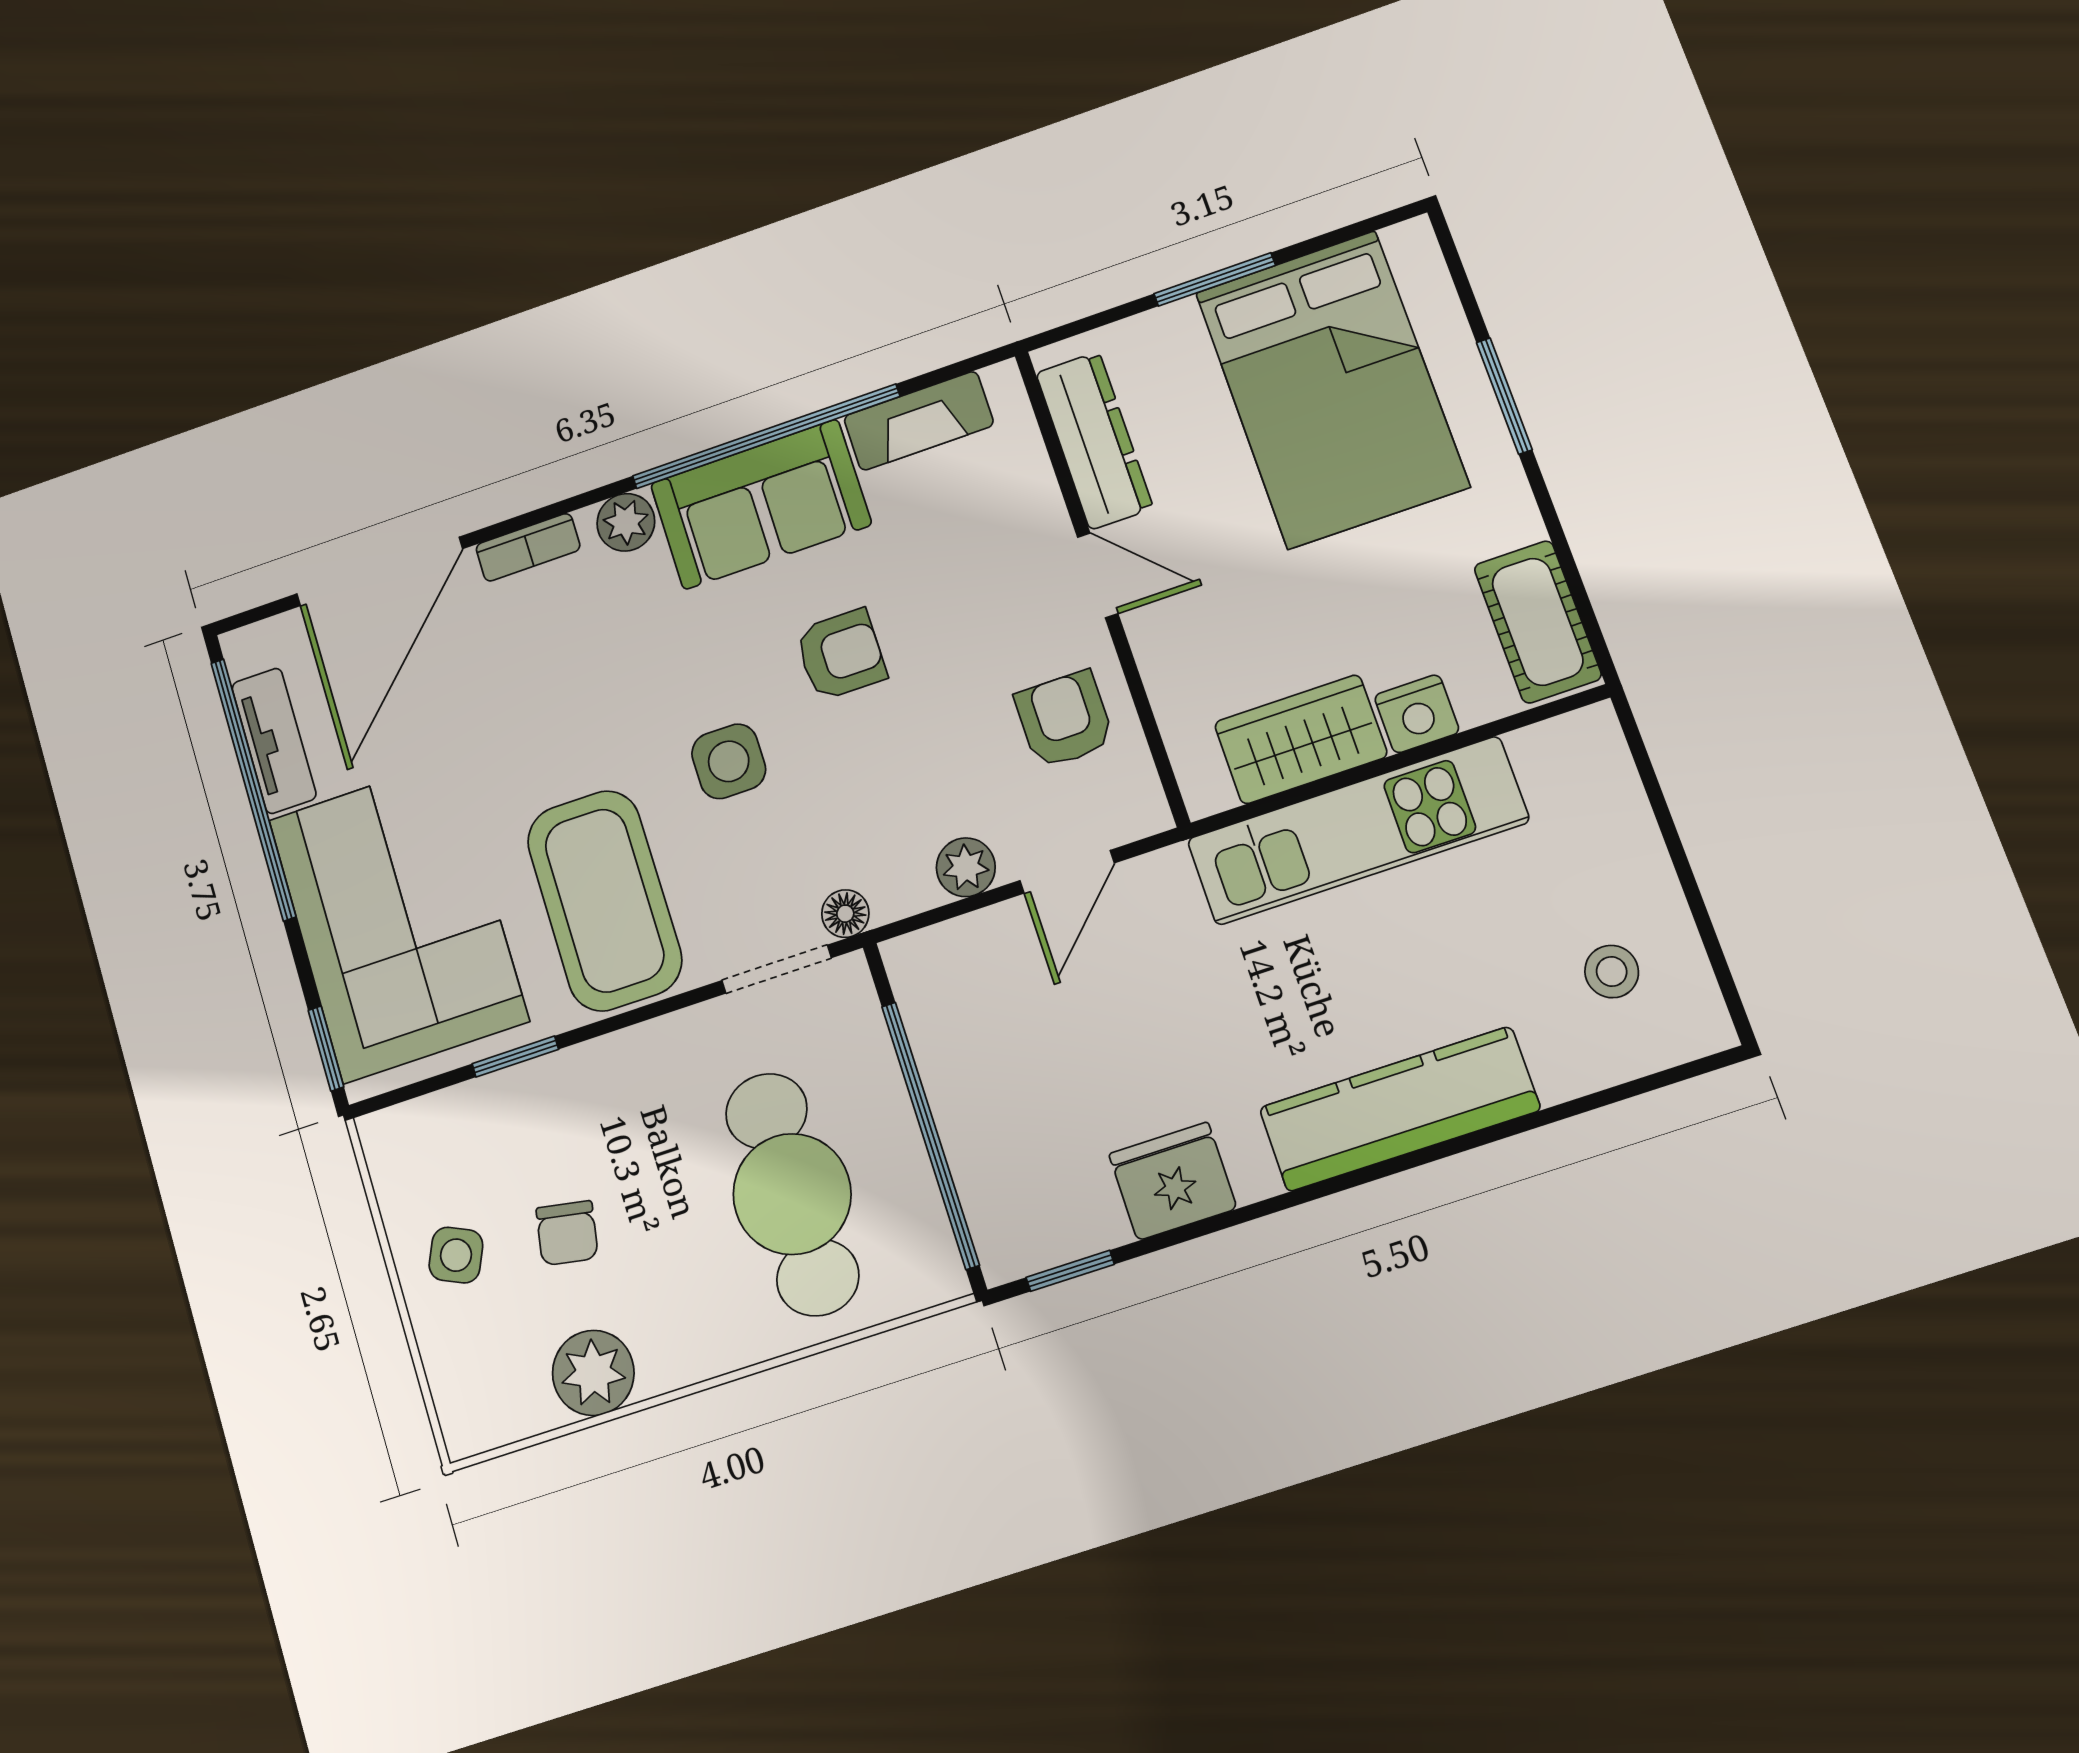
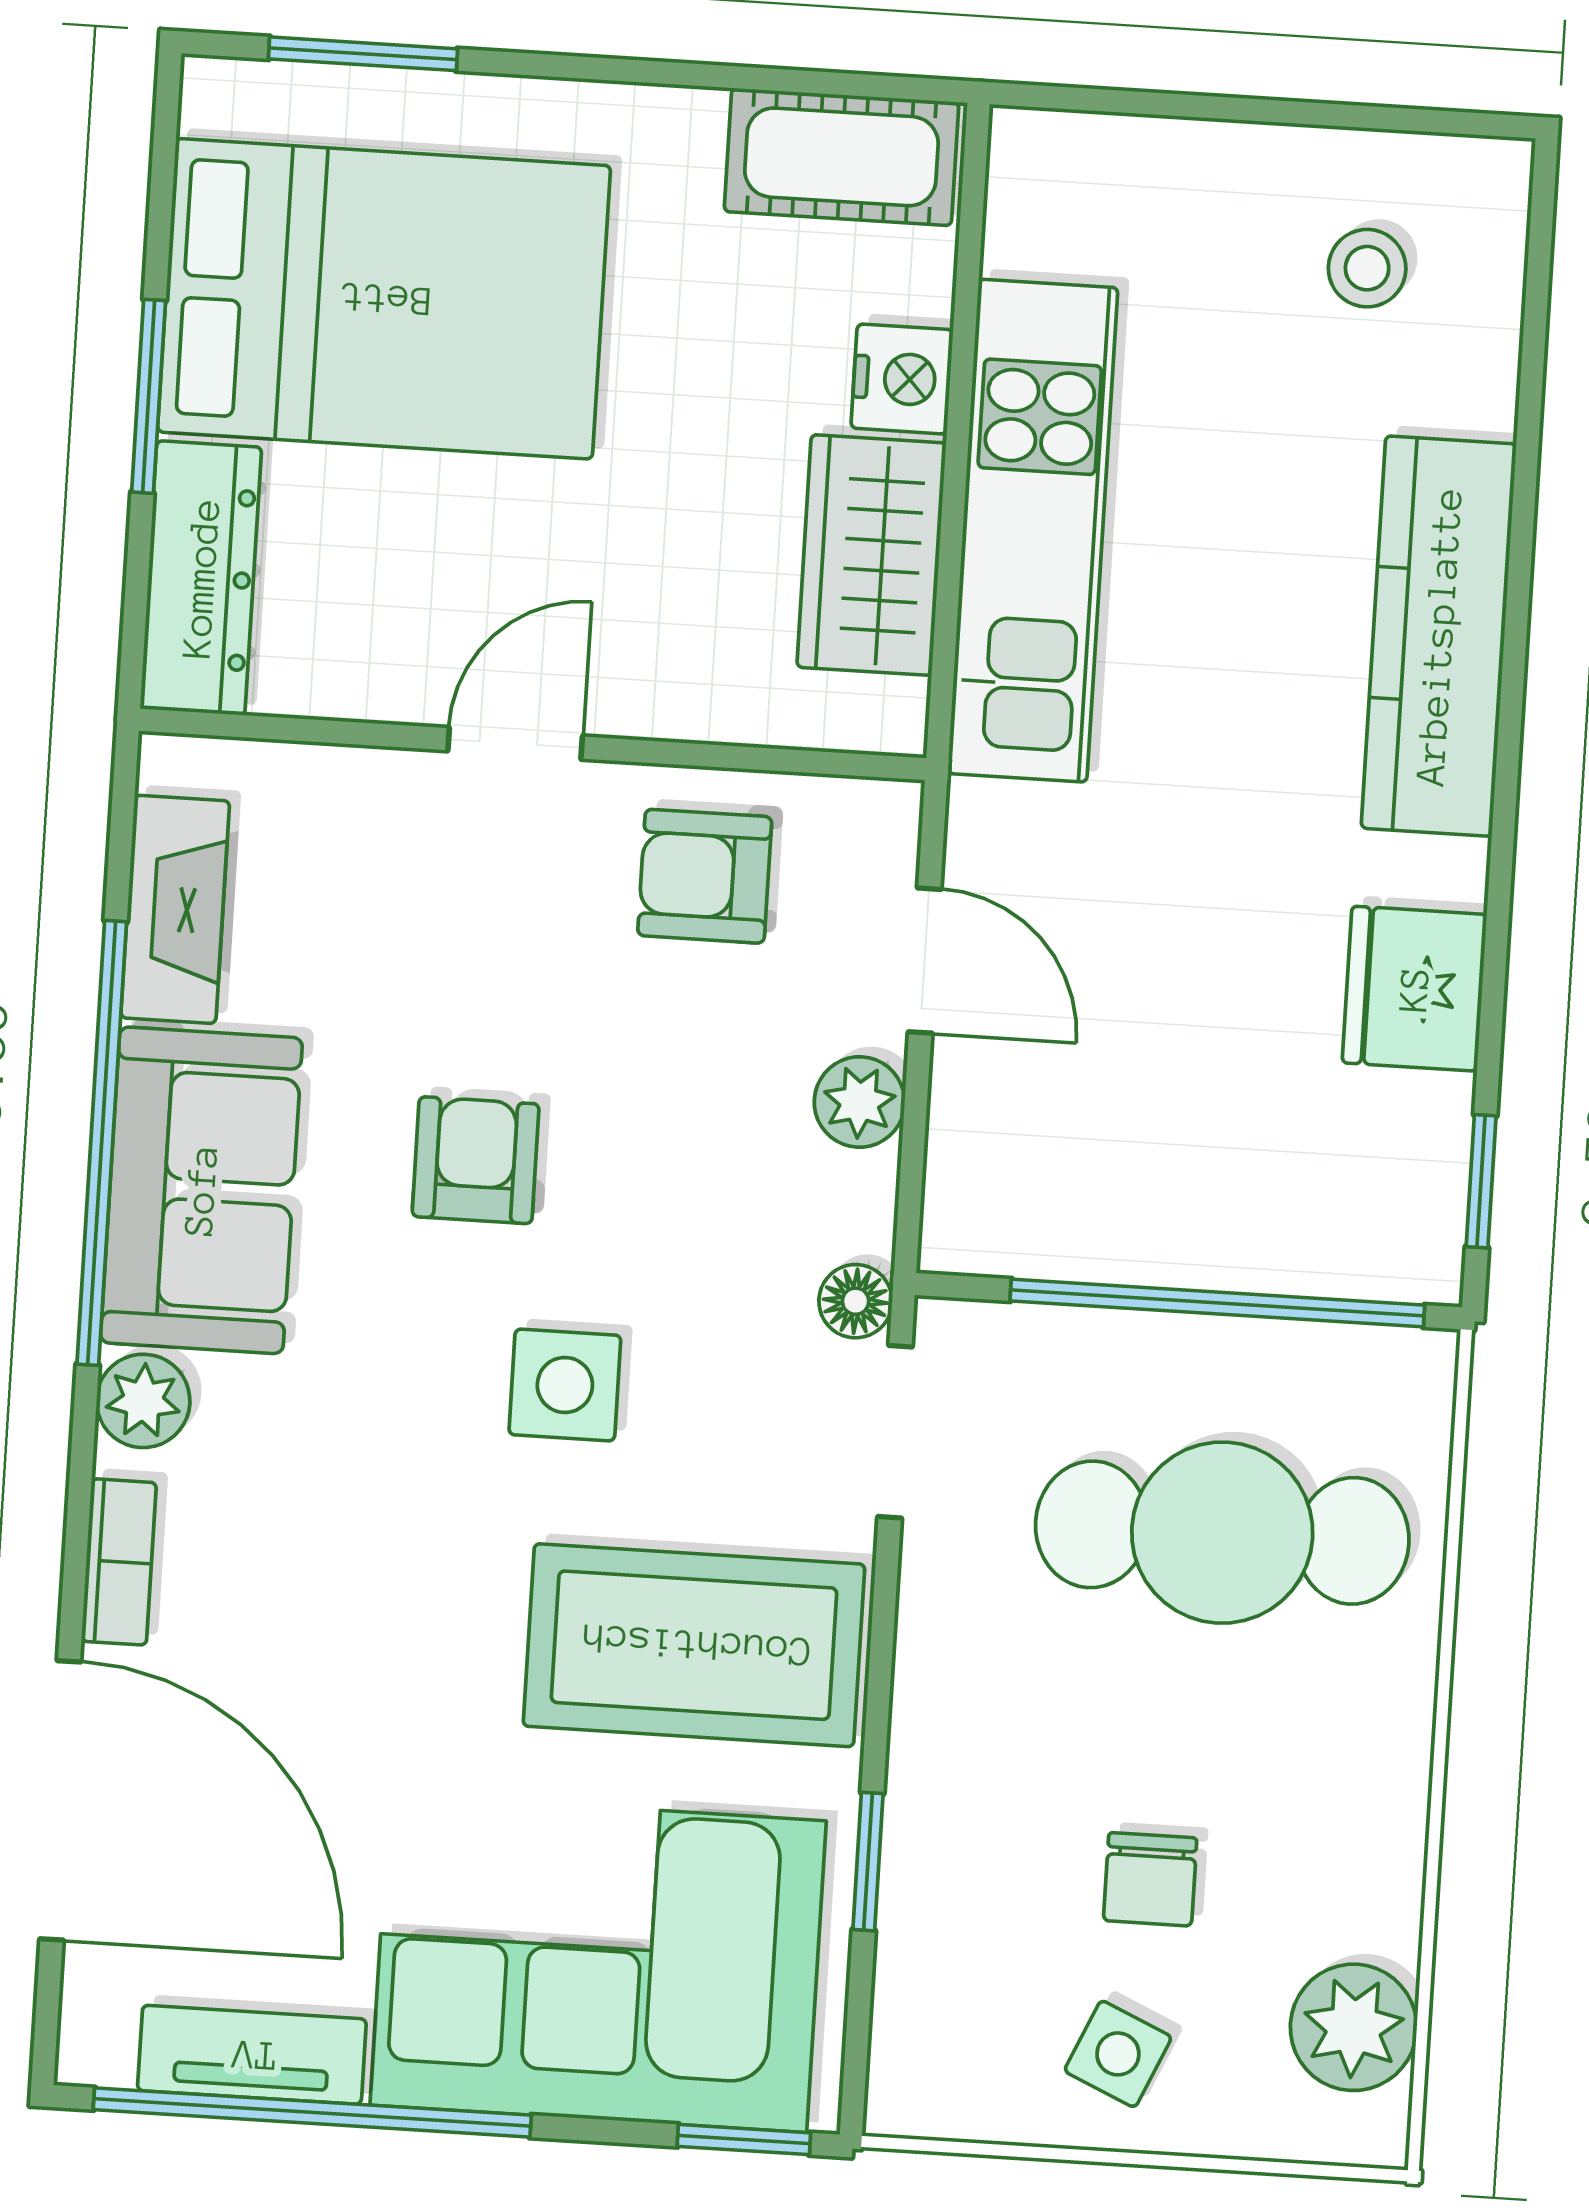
window: (1504, 396) -> (363, 54), moved
dresser: (1094, 440) -> (201, 578), moved, turned 90
chair: (567, 1233) -> (1150, 1879), turned 80
plant: (593, 1373) -> (1354, 2027), moved

